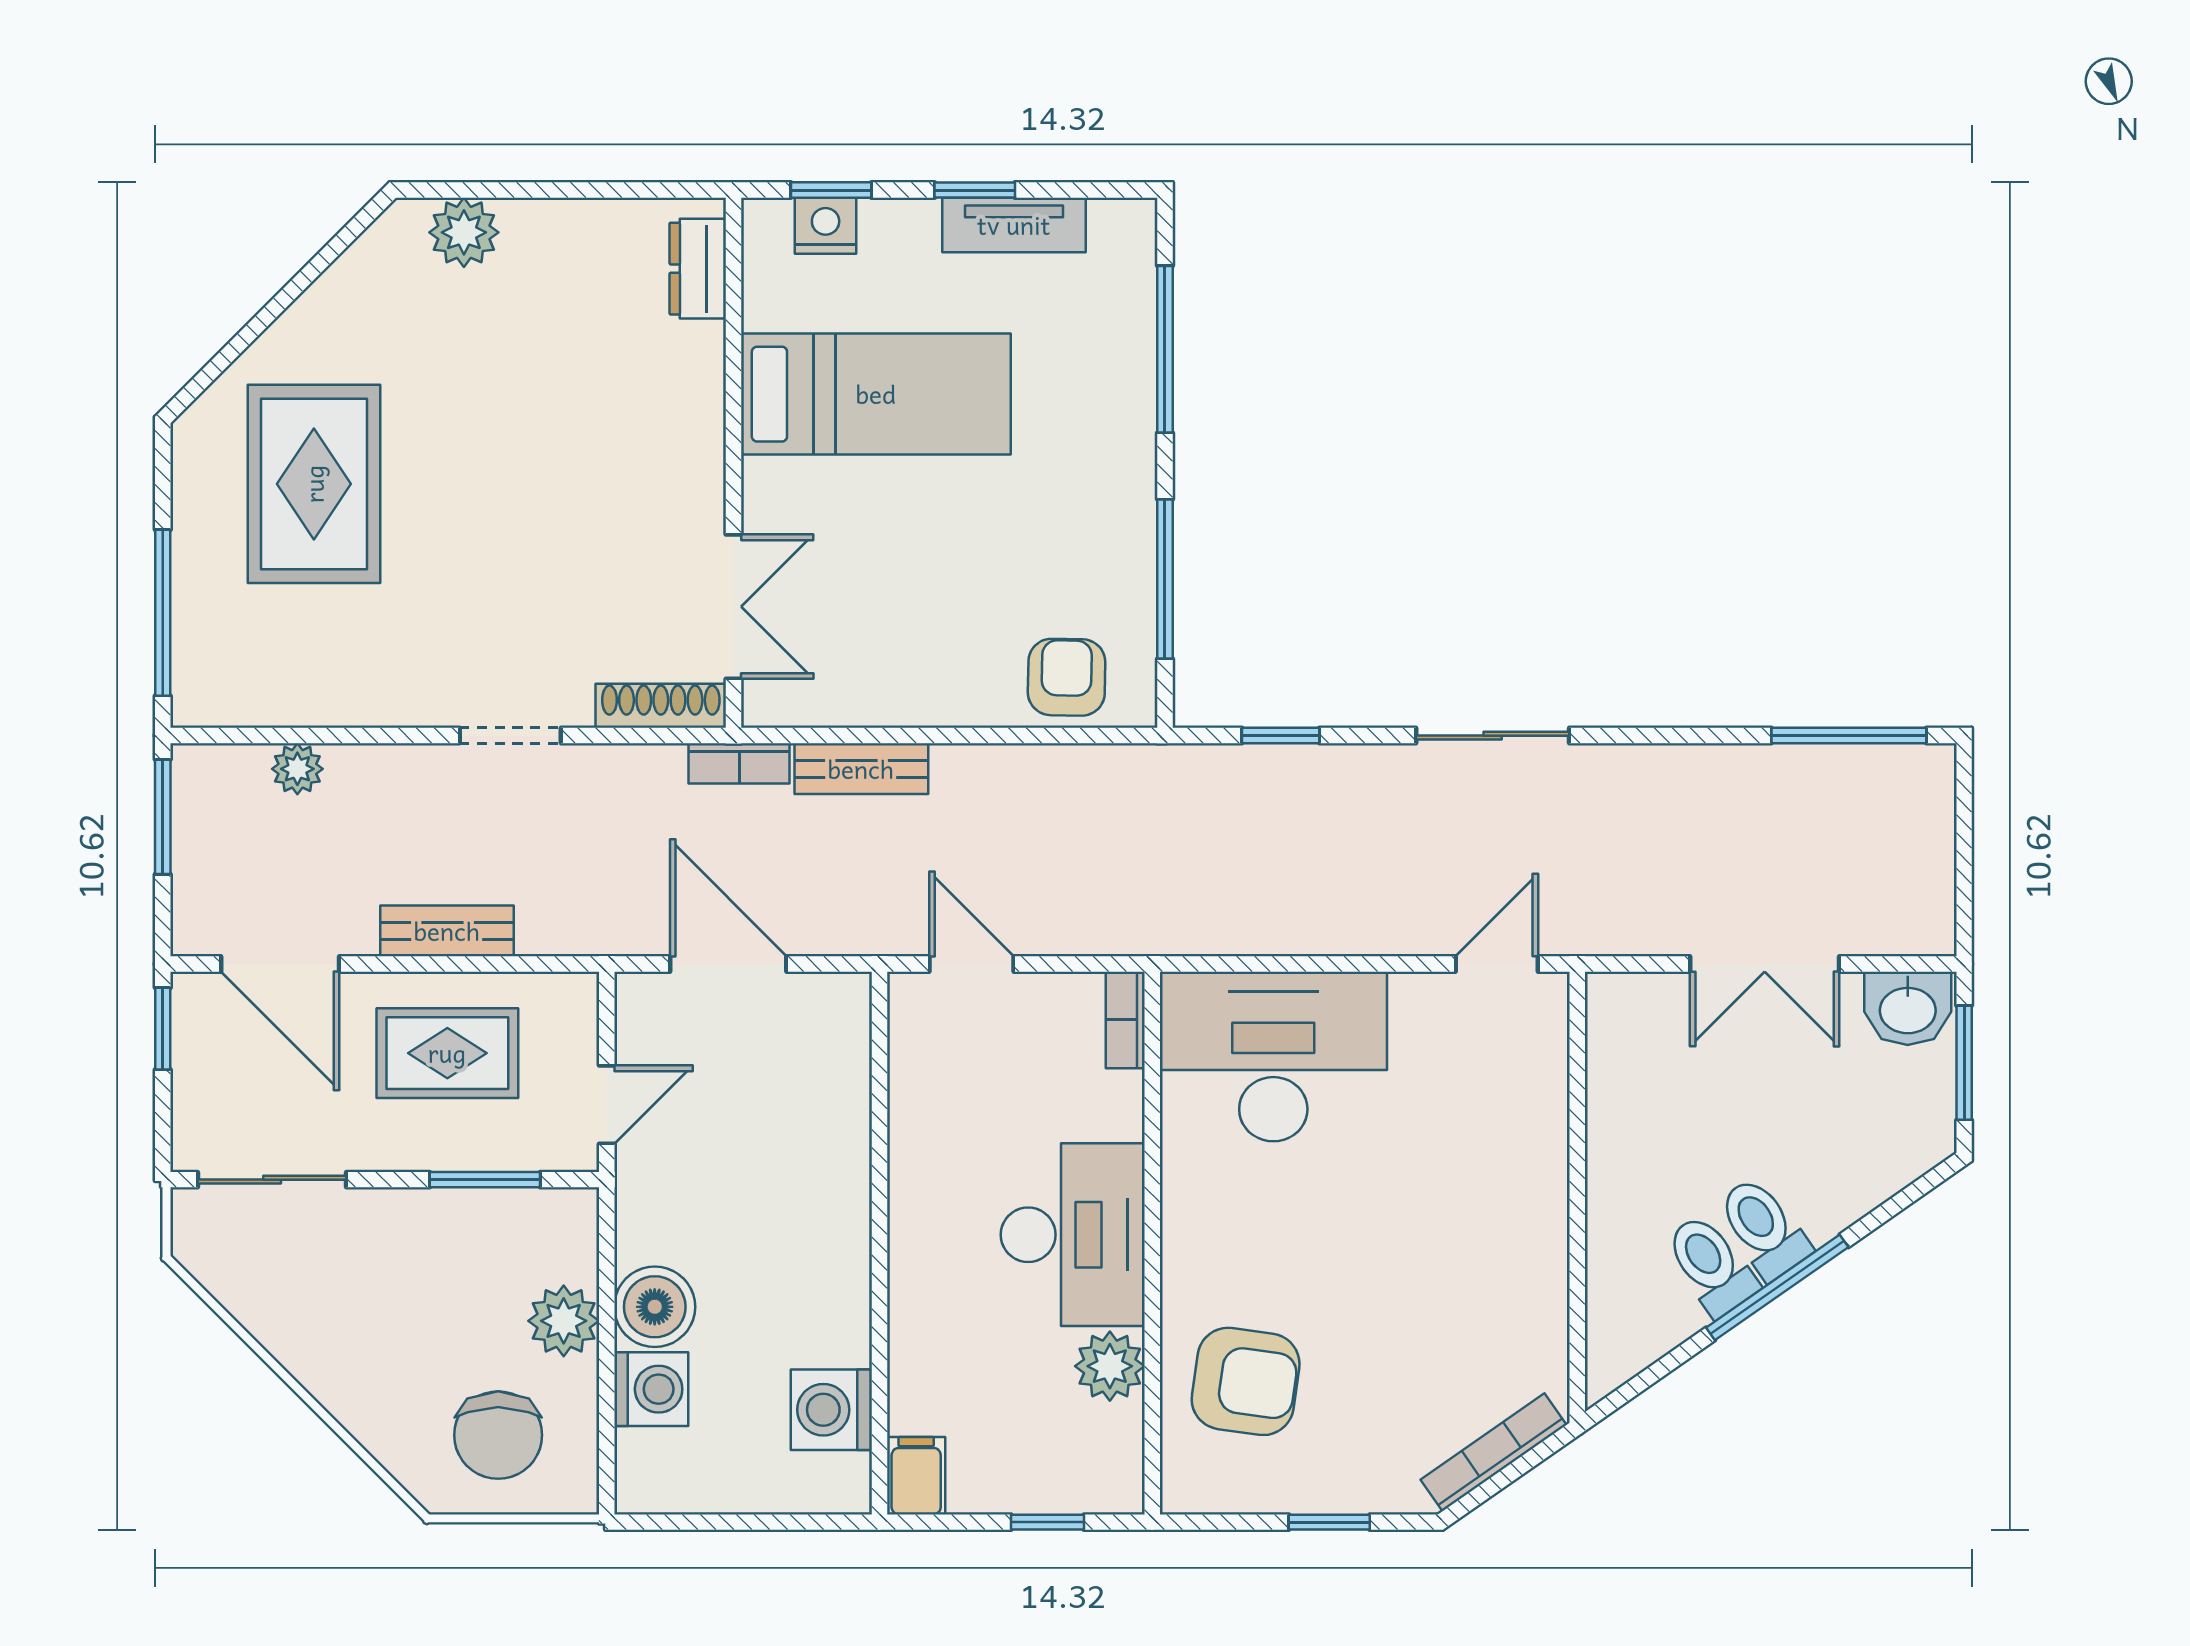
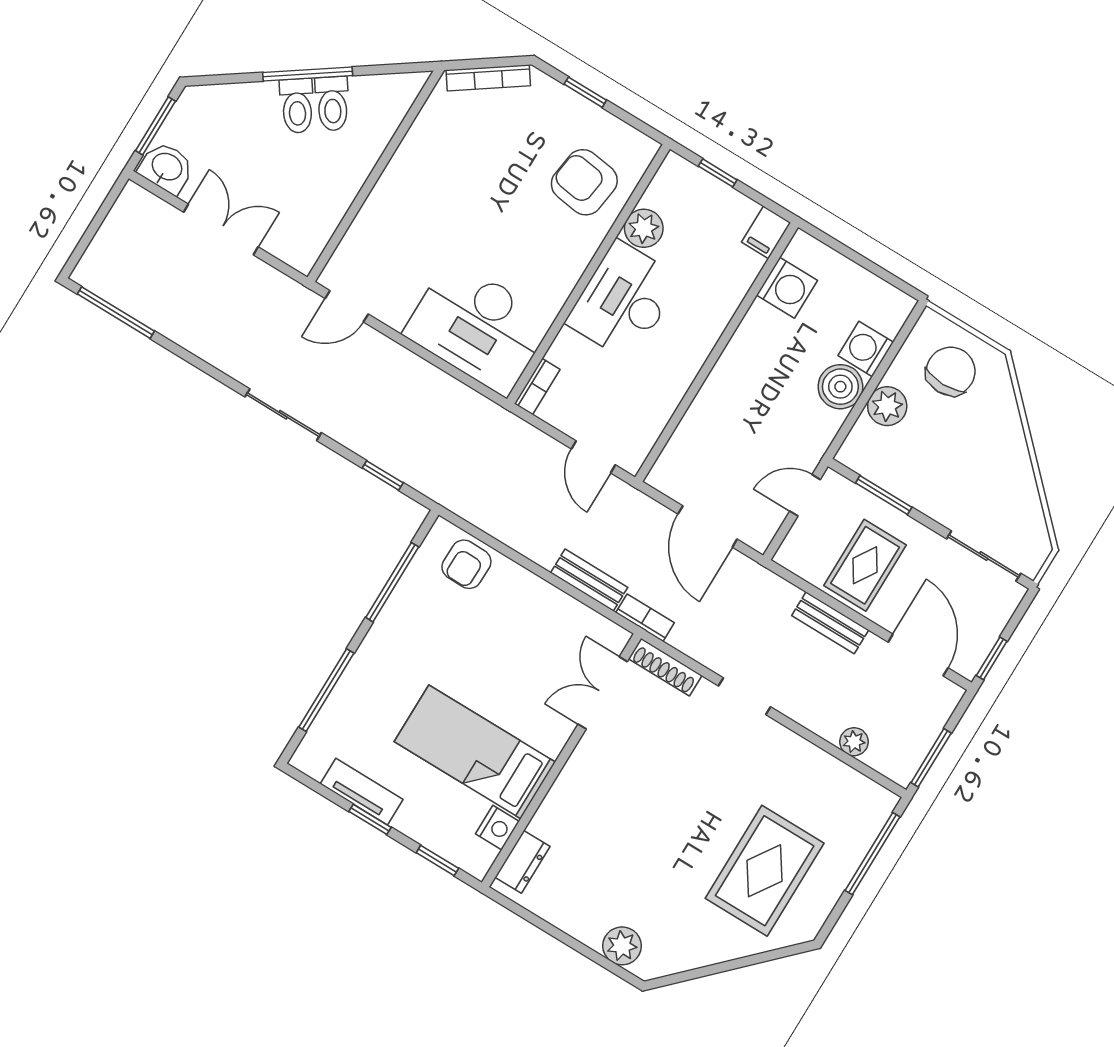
nightstand: (826, 226) -> (497, 828), moved, turned -90
rug: (447, 1053) -> (865, 565), turned 90

